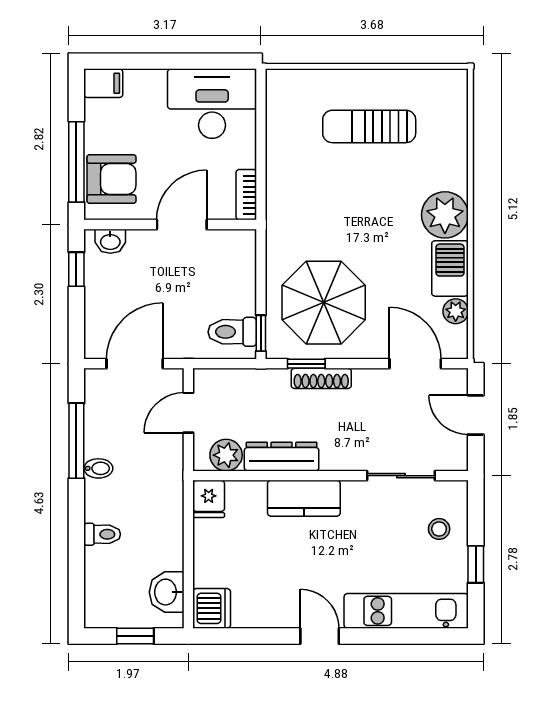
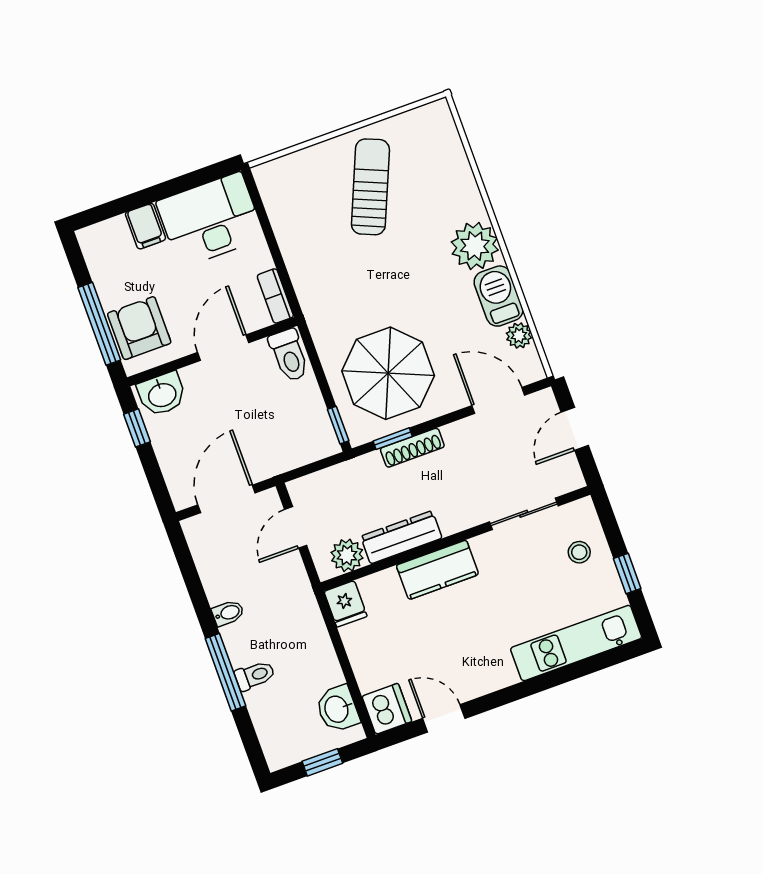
filing cabinet: (103, 83) -> (145, 226), moved, turned 90
sun lounger: (369, 126) -> (370, 187), turned 113
armchair: (111, 179) -> (139, 328), turned -90
washbasin: (110, 241) -> (162, 394), width x1.38, depth x1.45
toilet: (232, 332) -> (289, 355), moved, turned -90
door: (476, 415) -> (575, 429), hinge flipped
window: (76, 441) -> (225, 672), moved
door: (320, 636) -> (444, 718), moved

